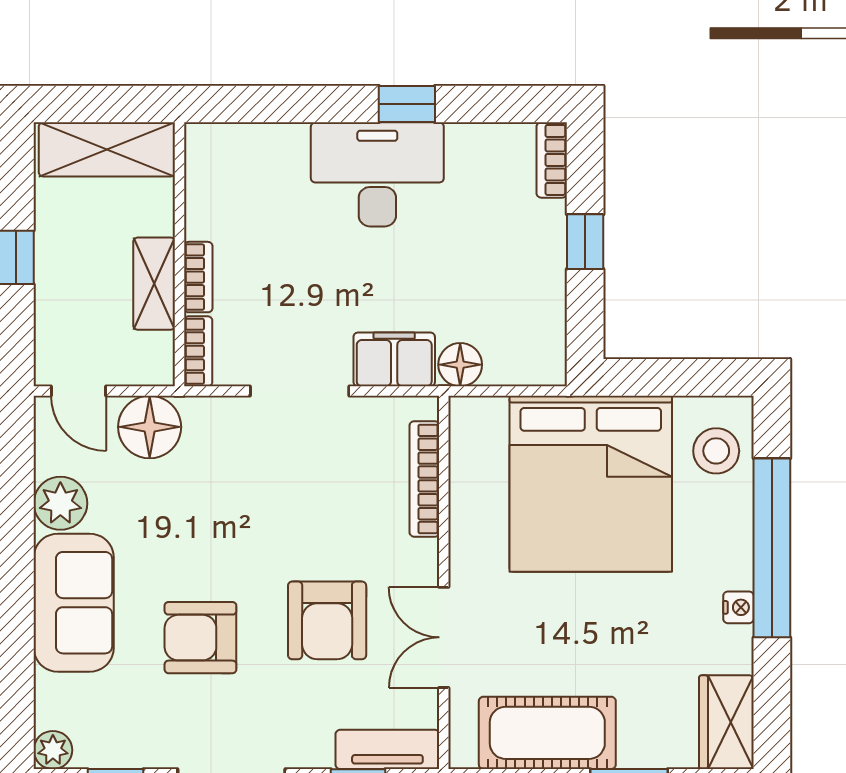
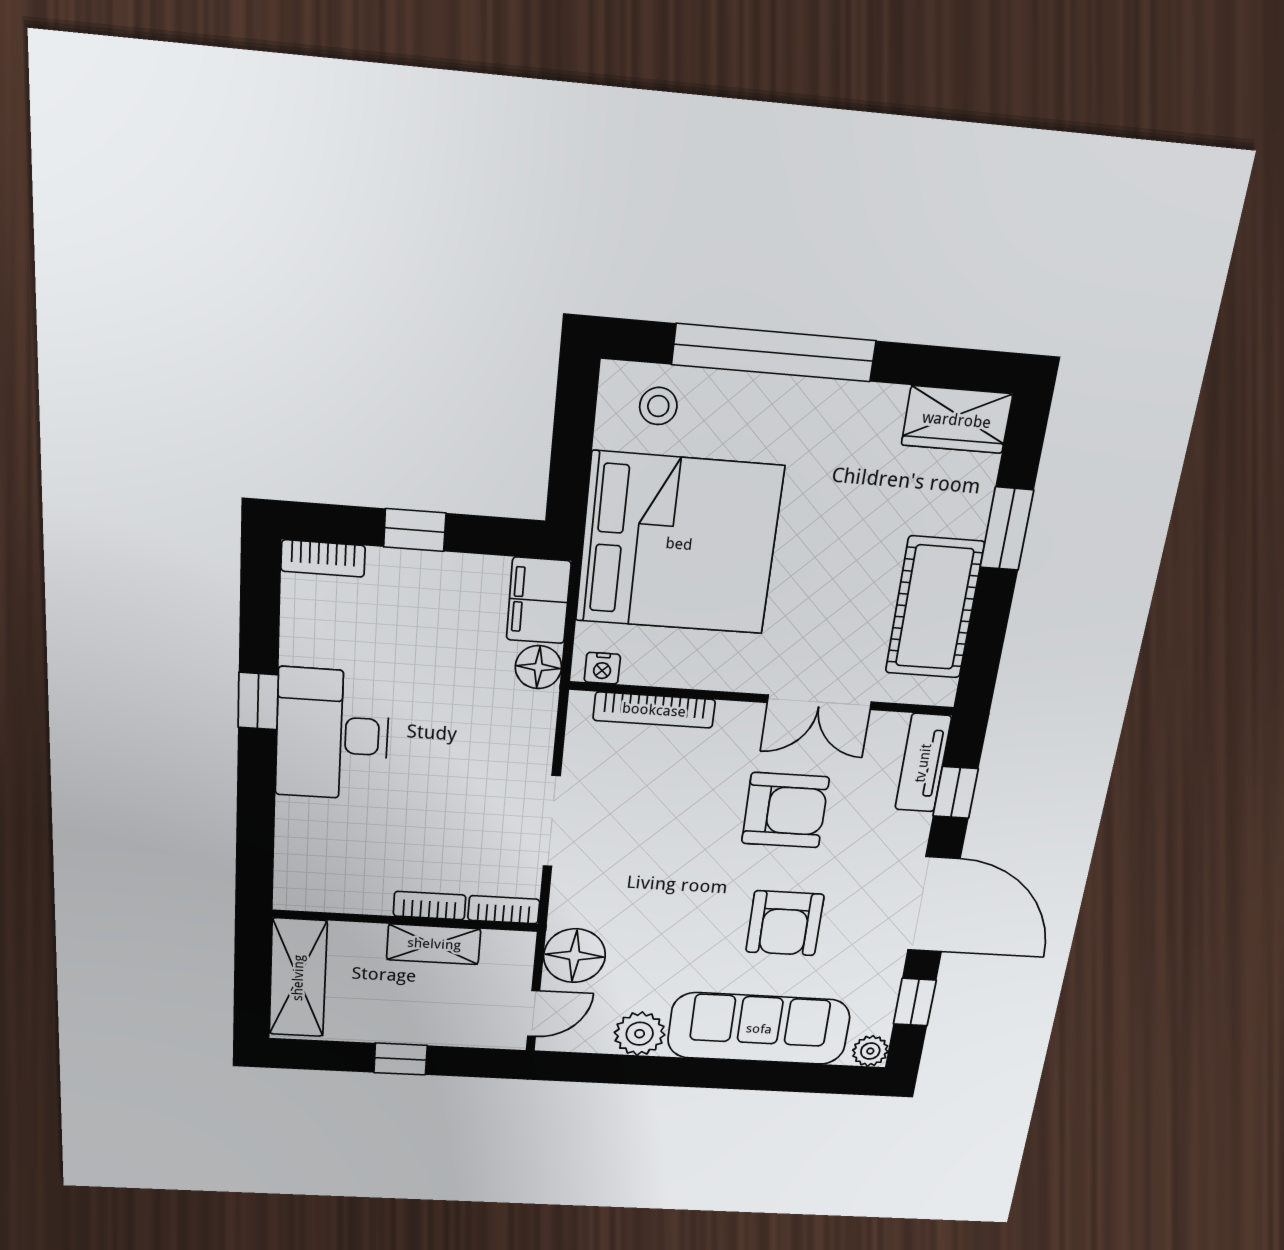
filing cabinet: (394, 359) -> (539, 601), moved
stool: (716, 451) -> (658, 406), width x0.73, depth x0.73
sofa: (74, 603) -> (759, 1029), width x1.36
nightstand: (738, 607) -> (602, 668), moved, turned 180

